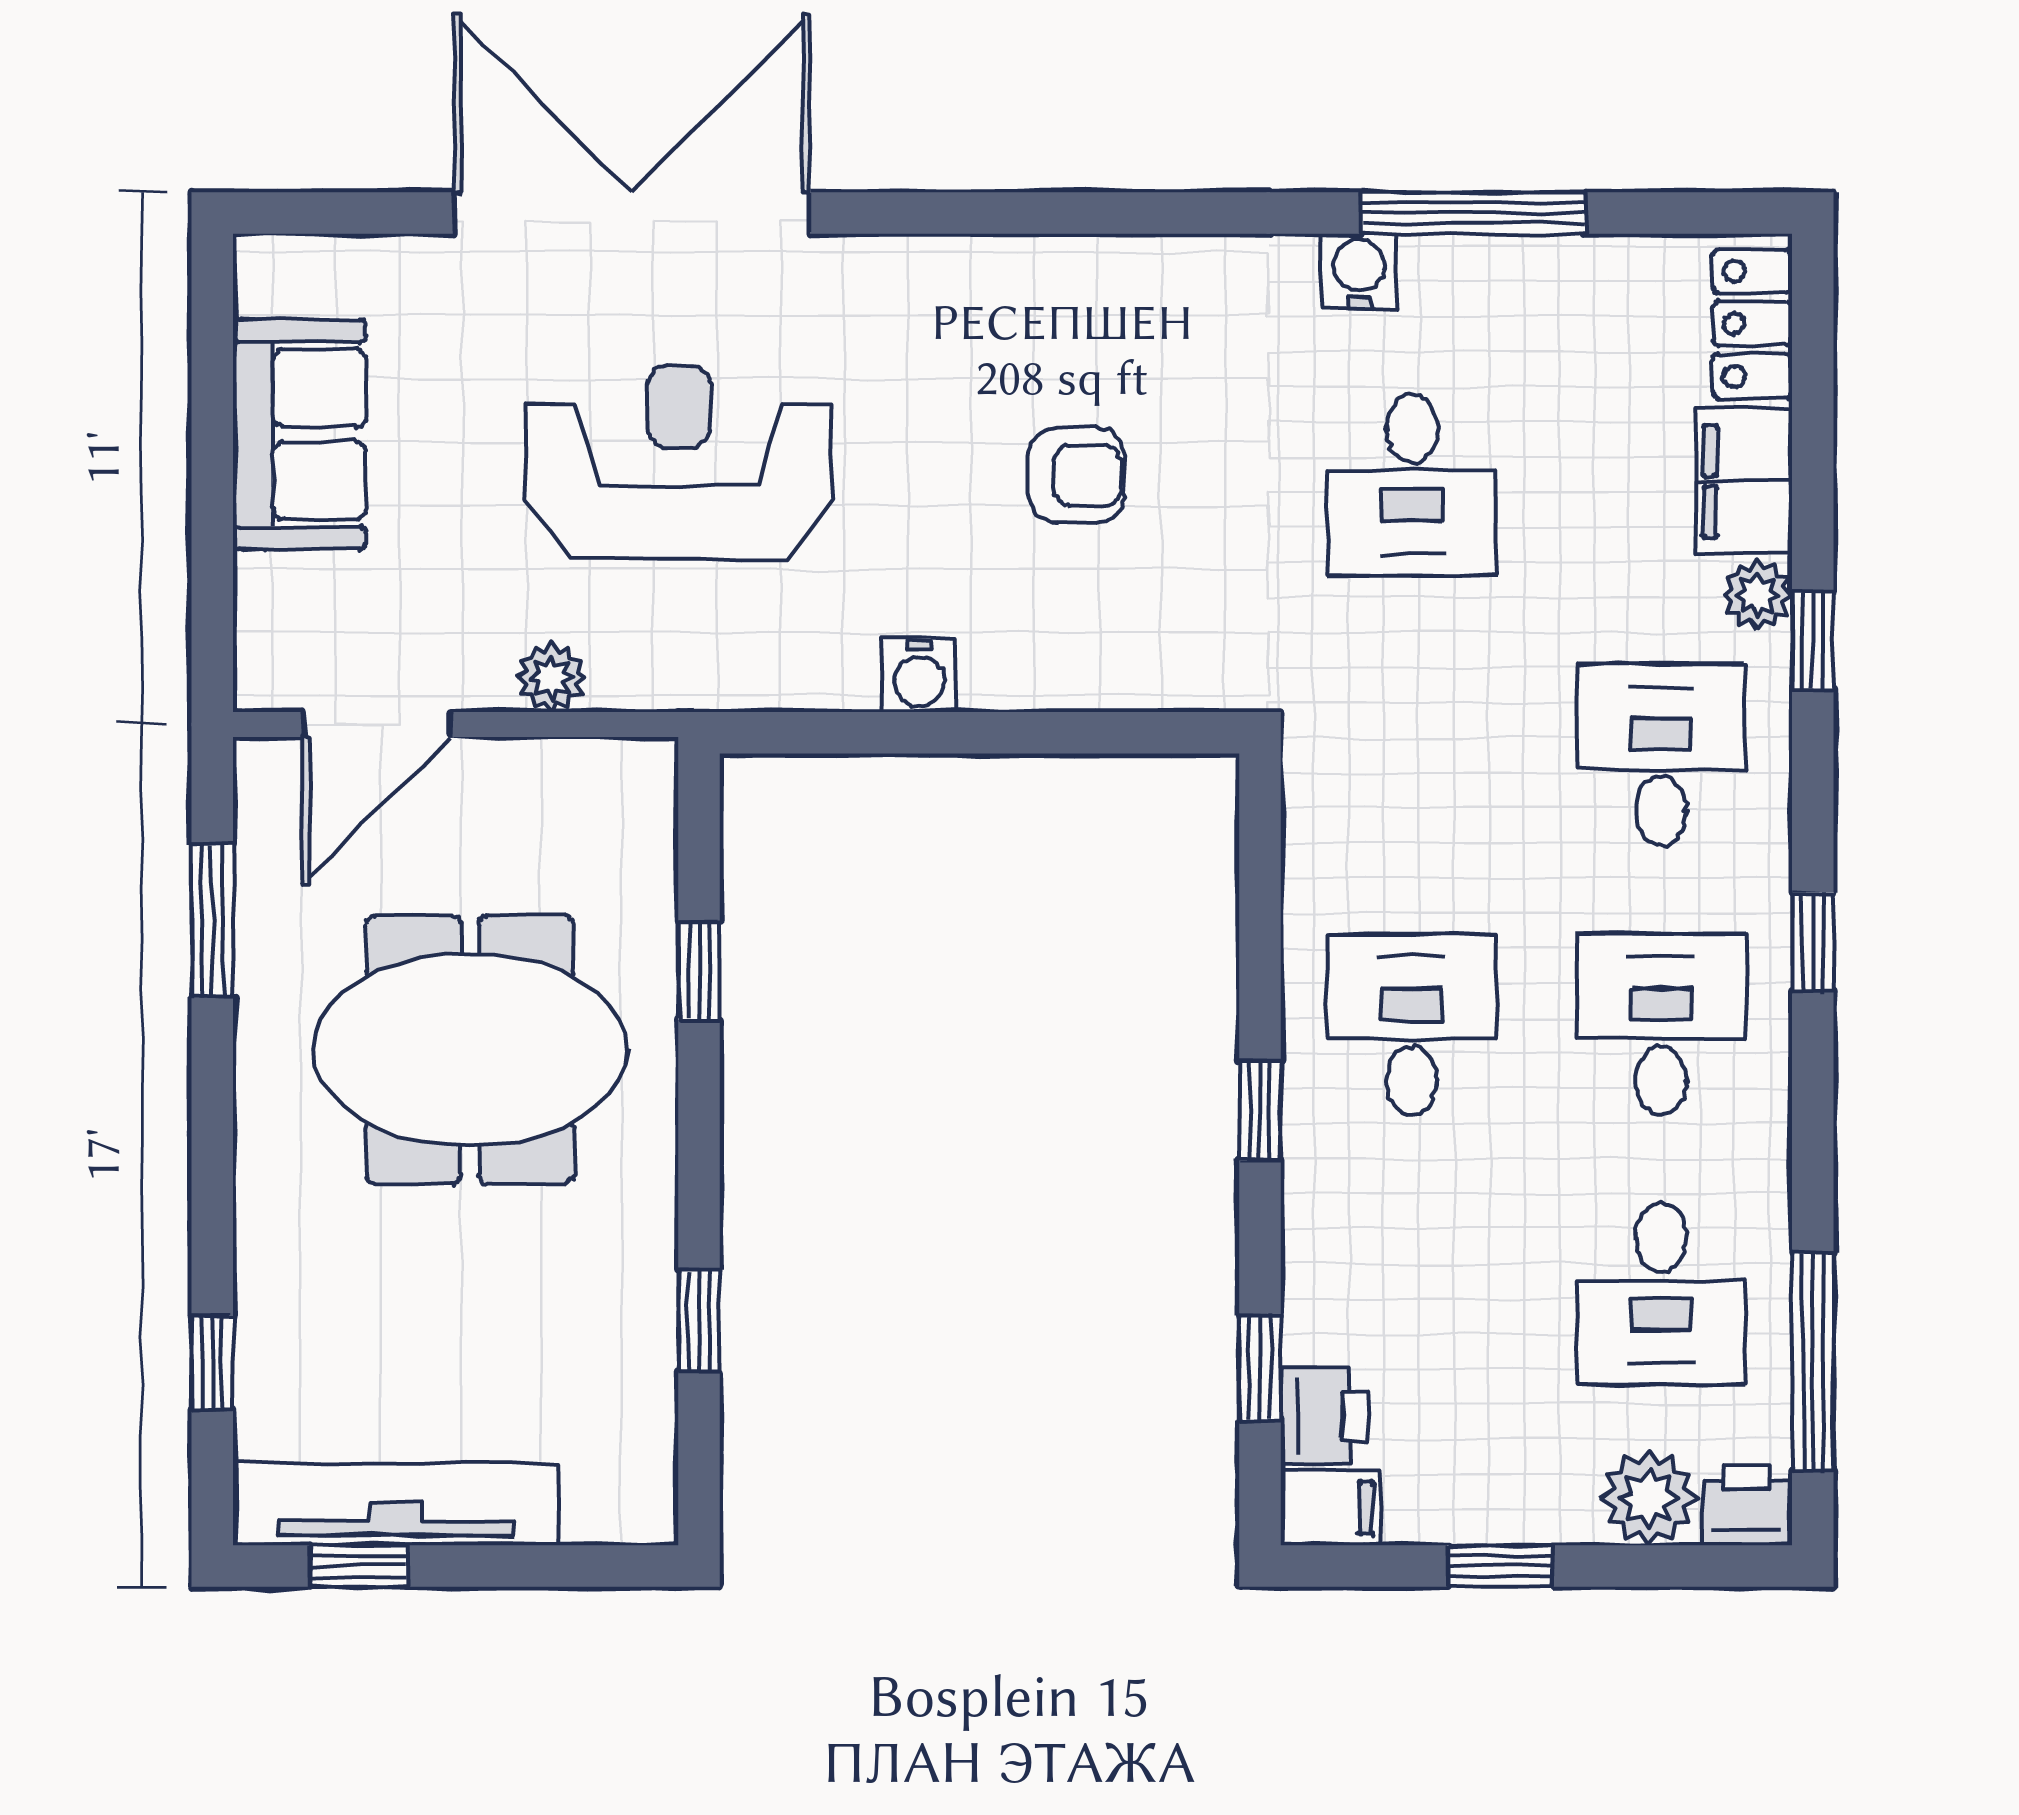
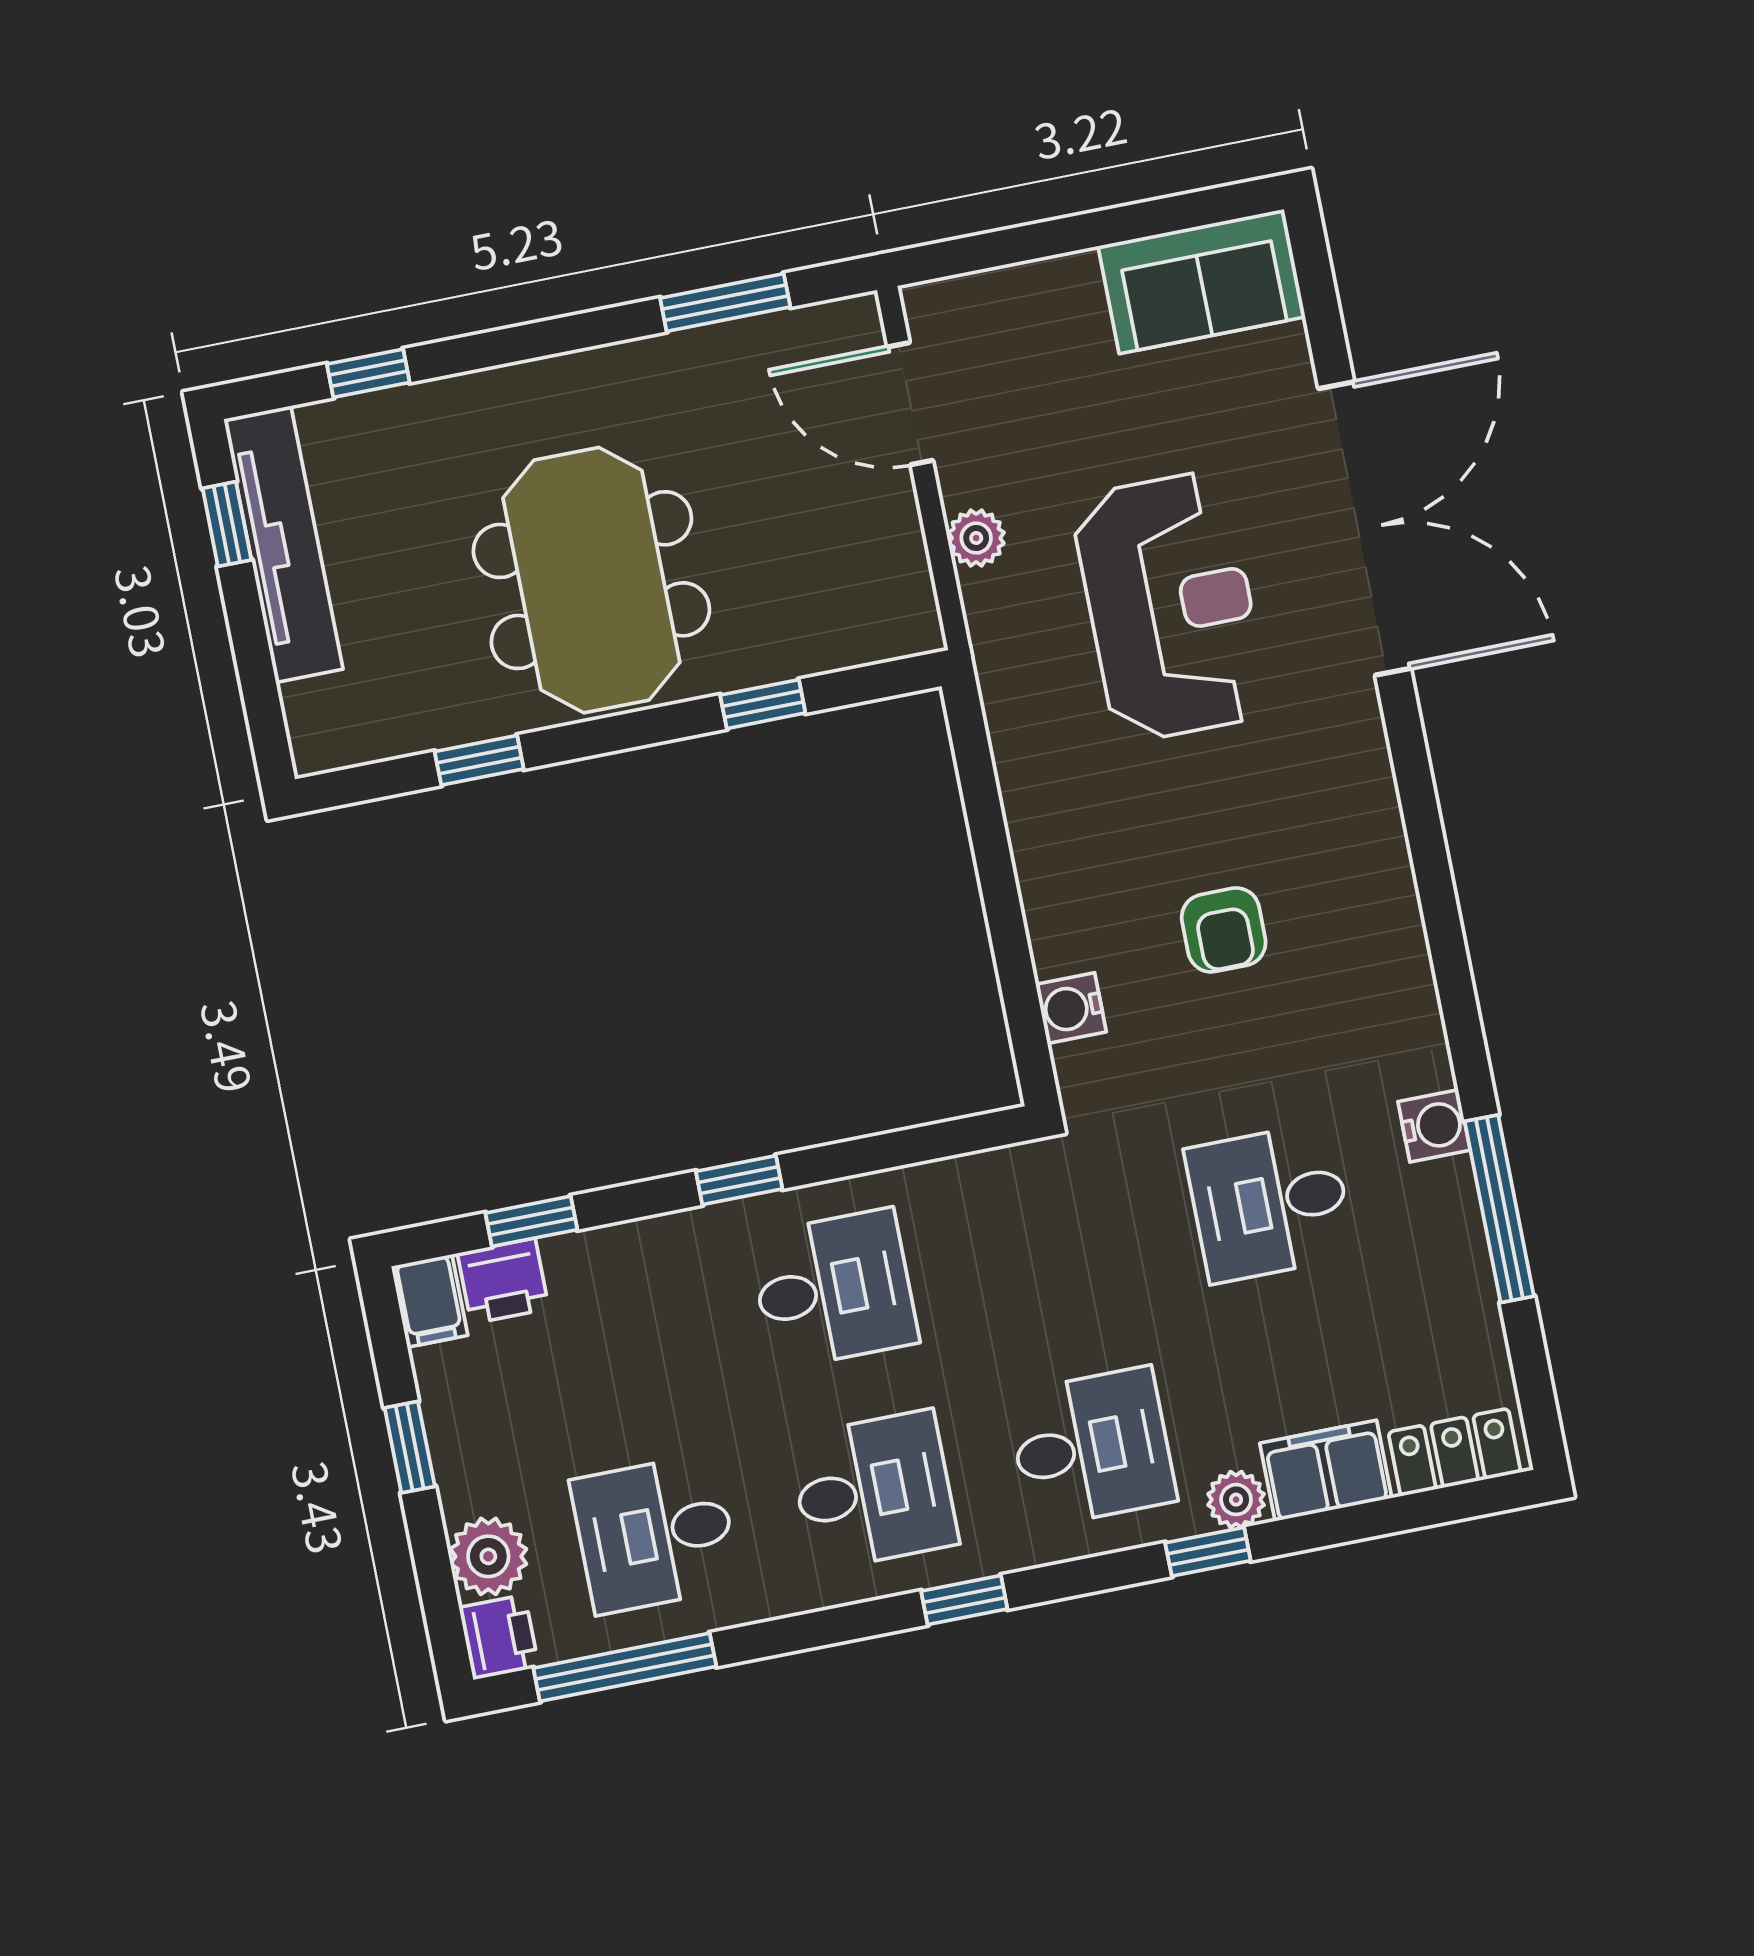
sofa: (299, 434) -> (1202, 282), moved
water cooler: (919, 675) -> (1071, 1008), moved
meeting table: (470, 1049) -> (591, 580), moved

